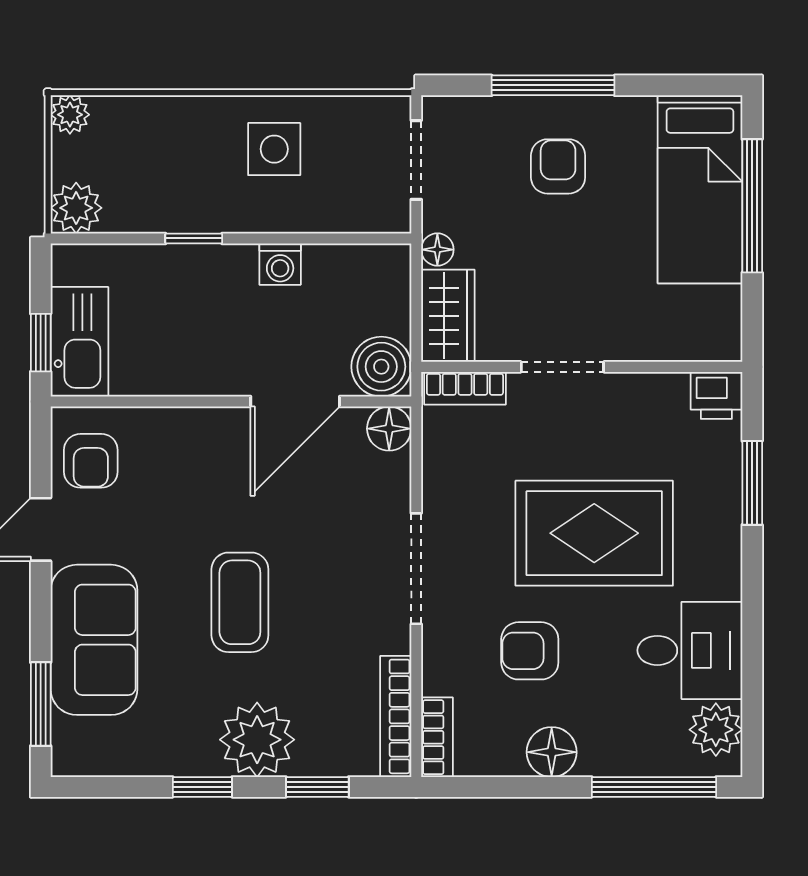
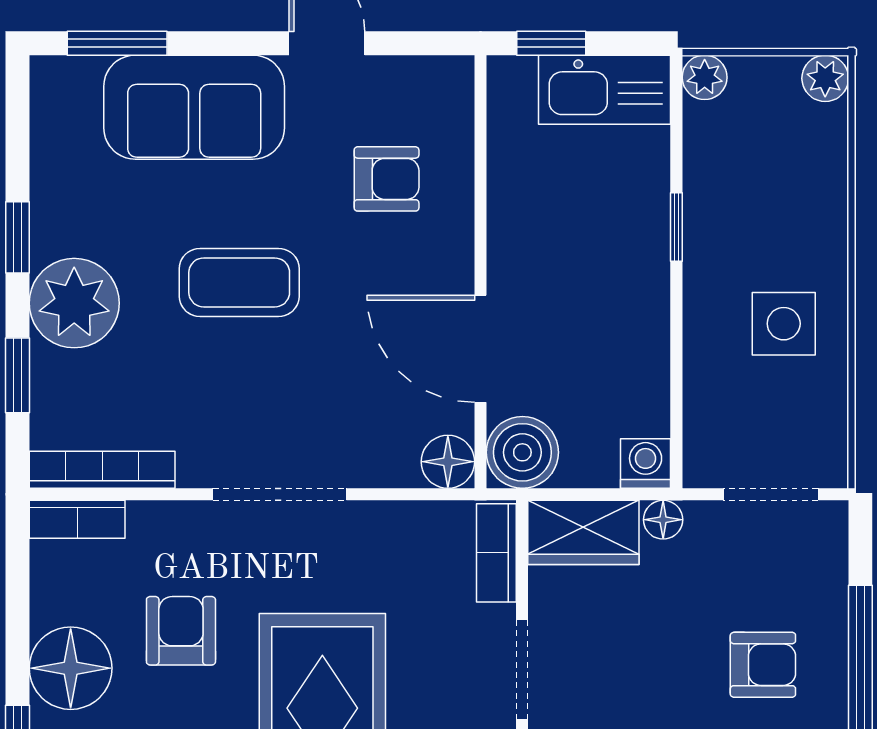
plant: (76, 208) -> (705, 77), width x0.73, depth x0.73
washing machine: (280, 264) -> (646, 463), moved, turned 90
kitchen sink: (79, 342) -> (605, 90), moved
armchair: (91, 461) -> (387, 179), moved, turned 180
floor lamp: (552, 752) -> (71, 668), width x1.38, depth x1.38

